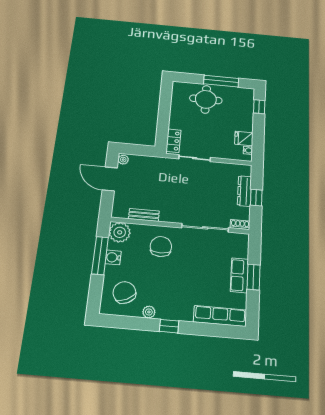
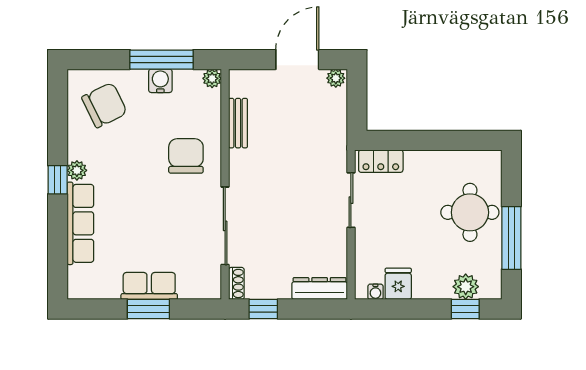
plant: (247, 105) -> (466, 287), added
dresser: (244, 191) -> (320, 289), moved
window: (256, 198) -> (263, 309), moved
plant: (120, 232) -> (212, 78), width x0.53, depth x0.53
chair: (161, 246) -> (186, 156), turned -90
plant: (149, 312) -> (77, 170), moved
row of seats: (220, 316) -> (80, 223), moved

